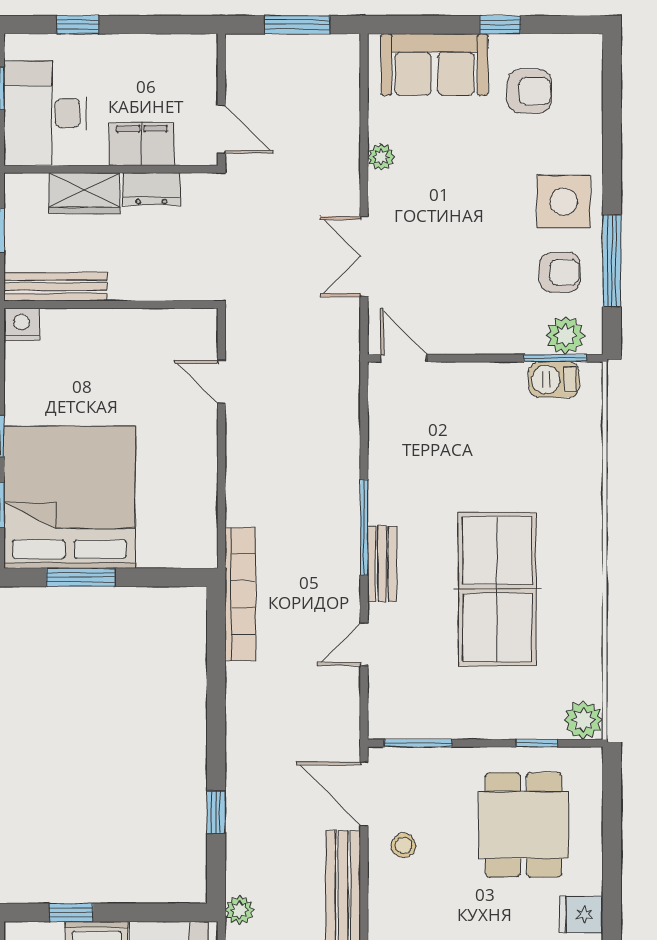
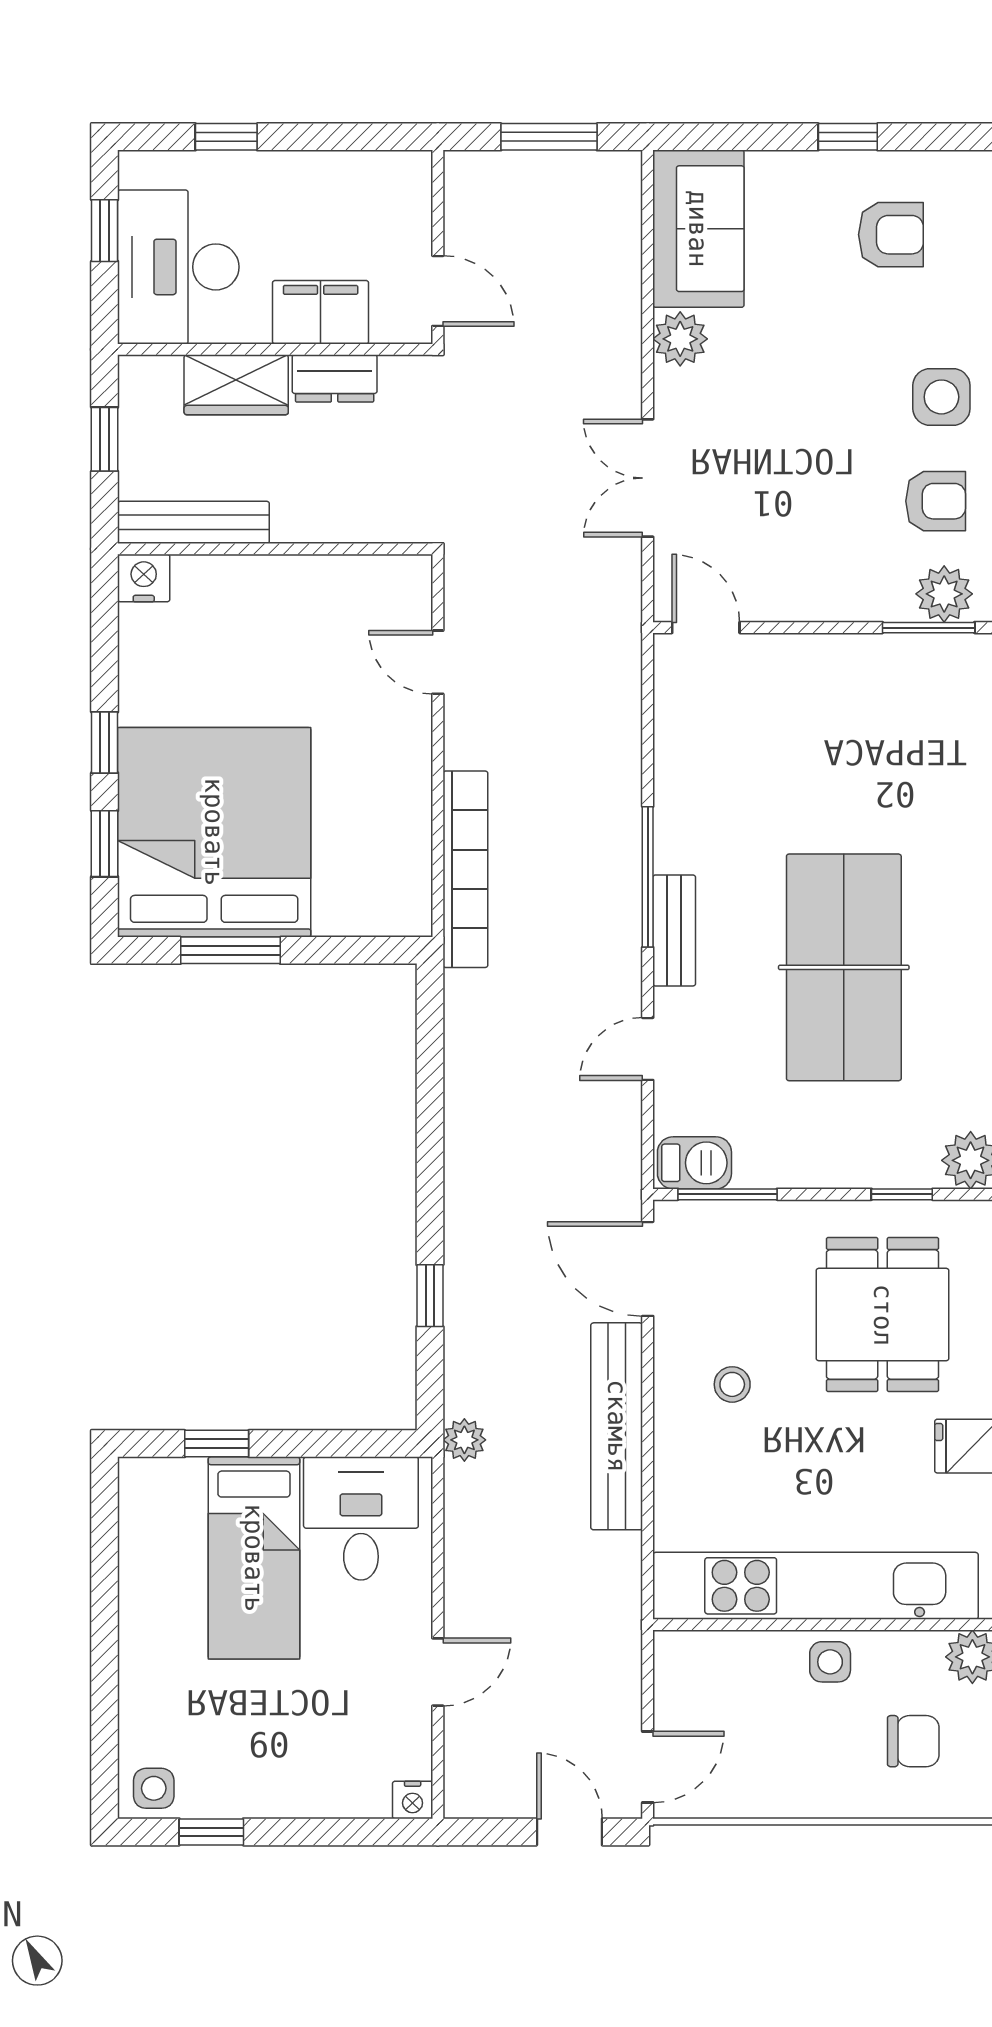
sofa: (434, 65) -> (698, 229), moved, turned -90
plant: (381, 157) -> (680, 339), width x1.38, depth x1.38
side table: (564, 201) -> (941, 397), width x0.73, depth x0.73
barbecue: (554, 379) -> (694, 1163), moved, turned 180
bookcase: (240, 594) -> (465, 869), moved
stool: (403, 845) -> (732, 1384), moved

